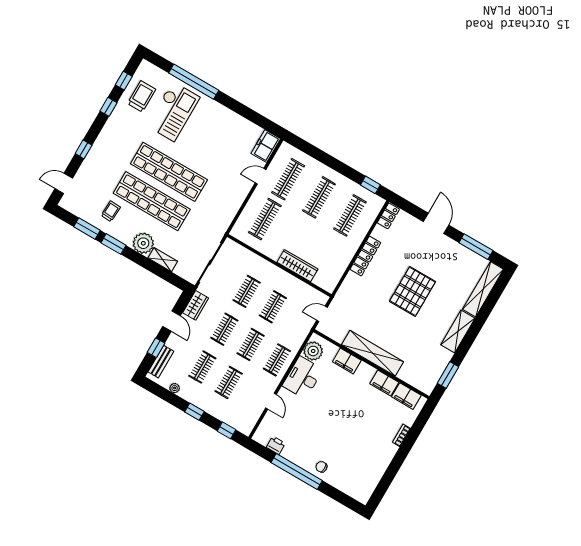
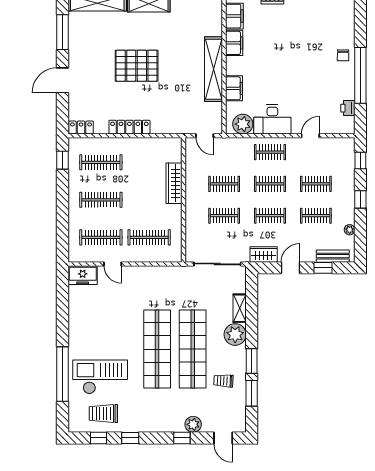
plant: (89, 165) -> (193, 424), added

